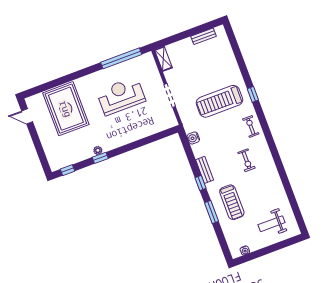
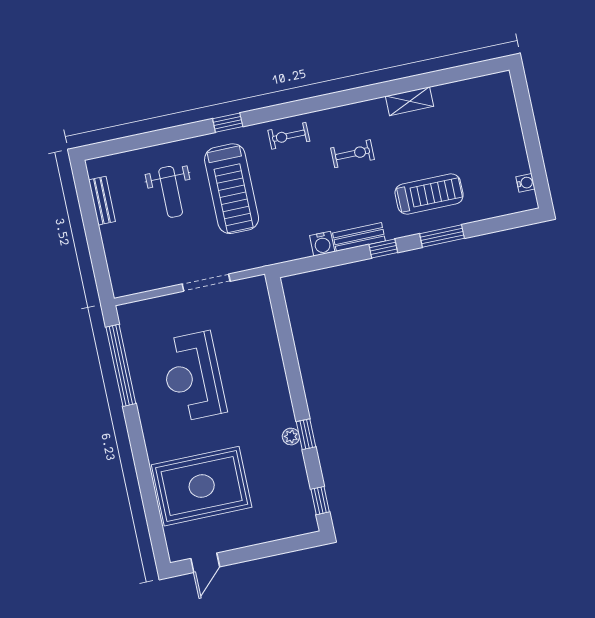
shelving: (163, 59) -> (409, 101), moved
water cooler: (193, 138) -> (322, 244), moved
weight bench: (271, 224) -> (171, 192), moved

